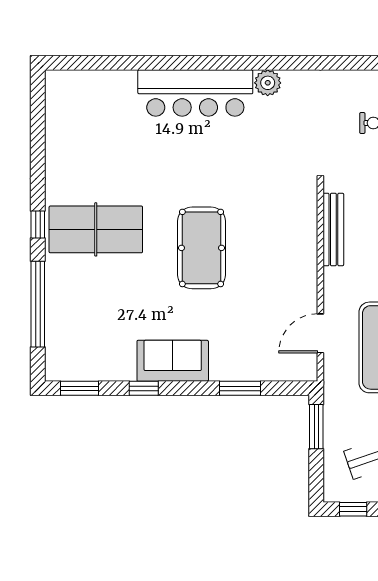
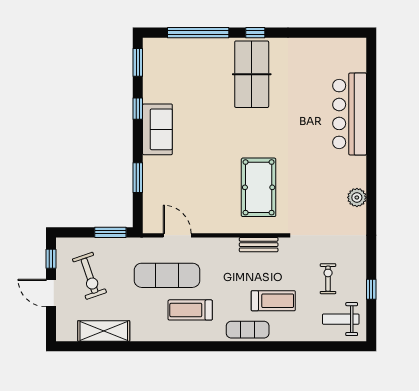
bar counter: (195, 93) -> (350, 114), moved
bench: (333, 229) -> (259, 245), width x0.73
pool table: (201, 248) -> (259, 187), moved, turned 90

